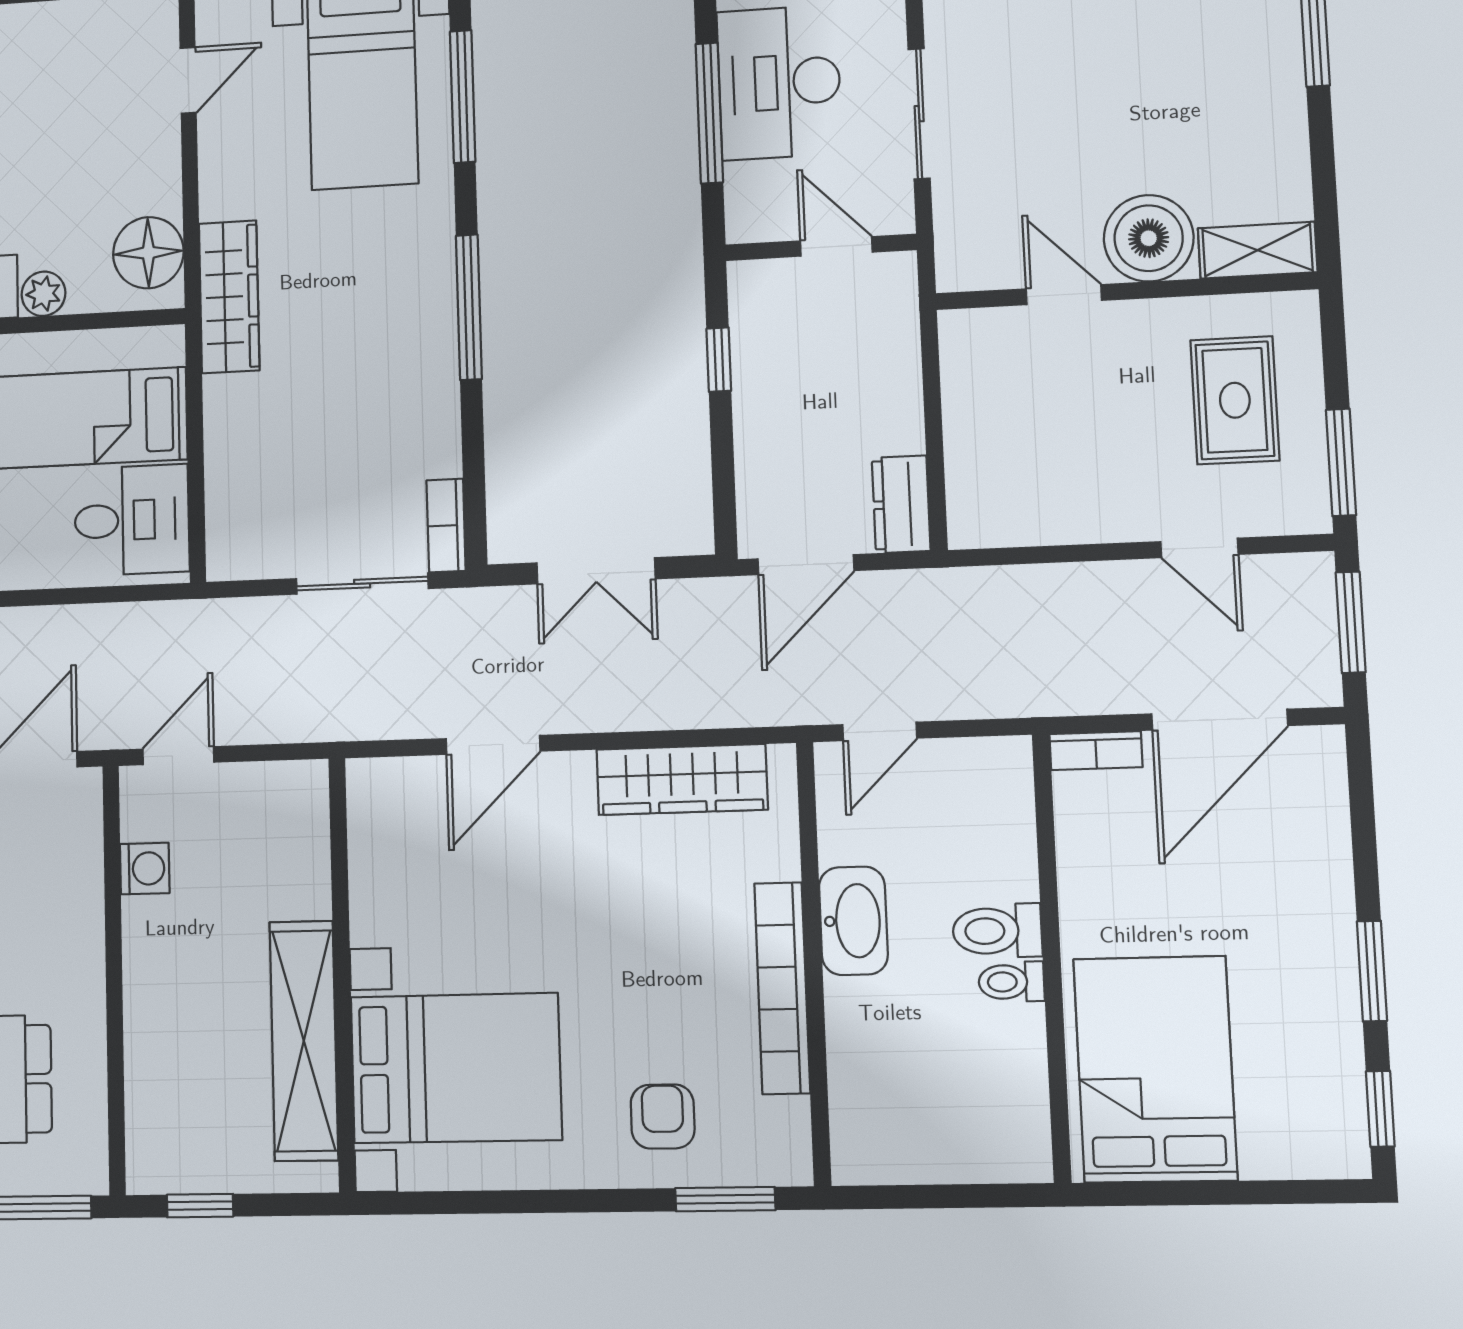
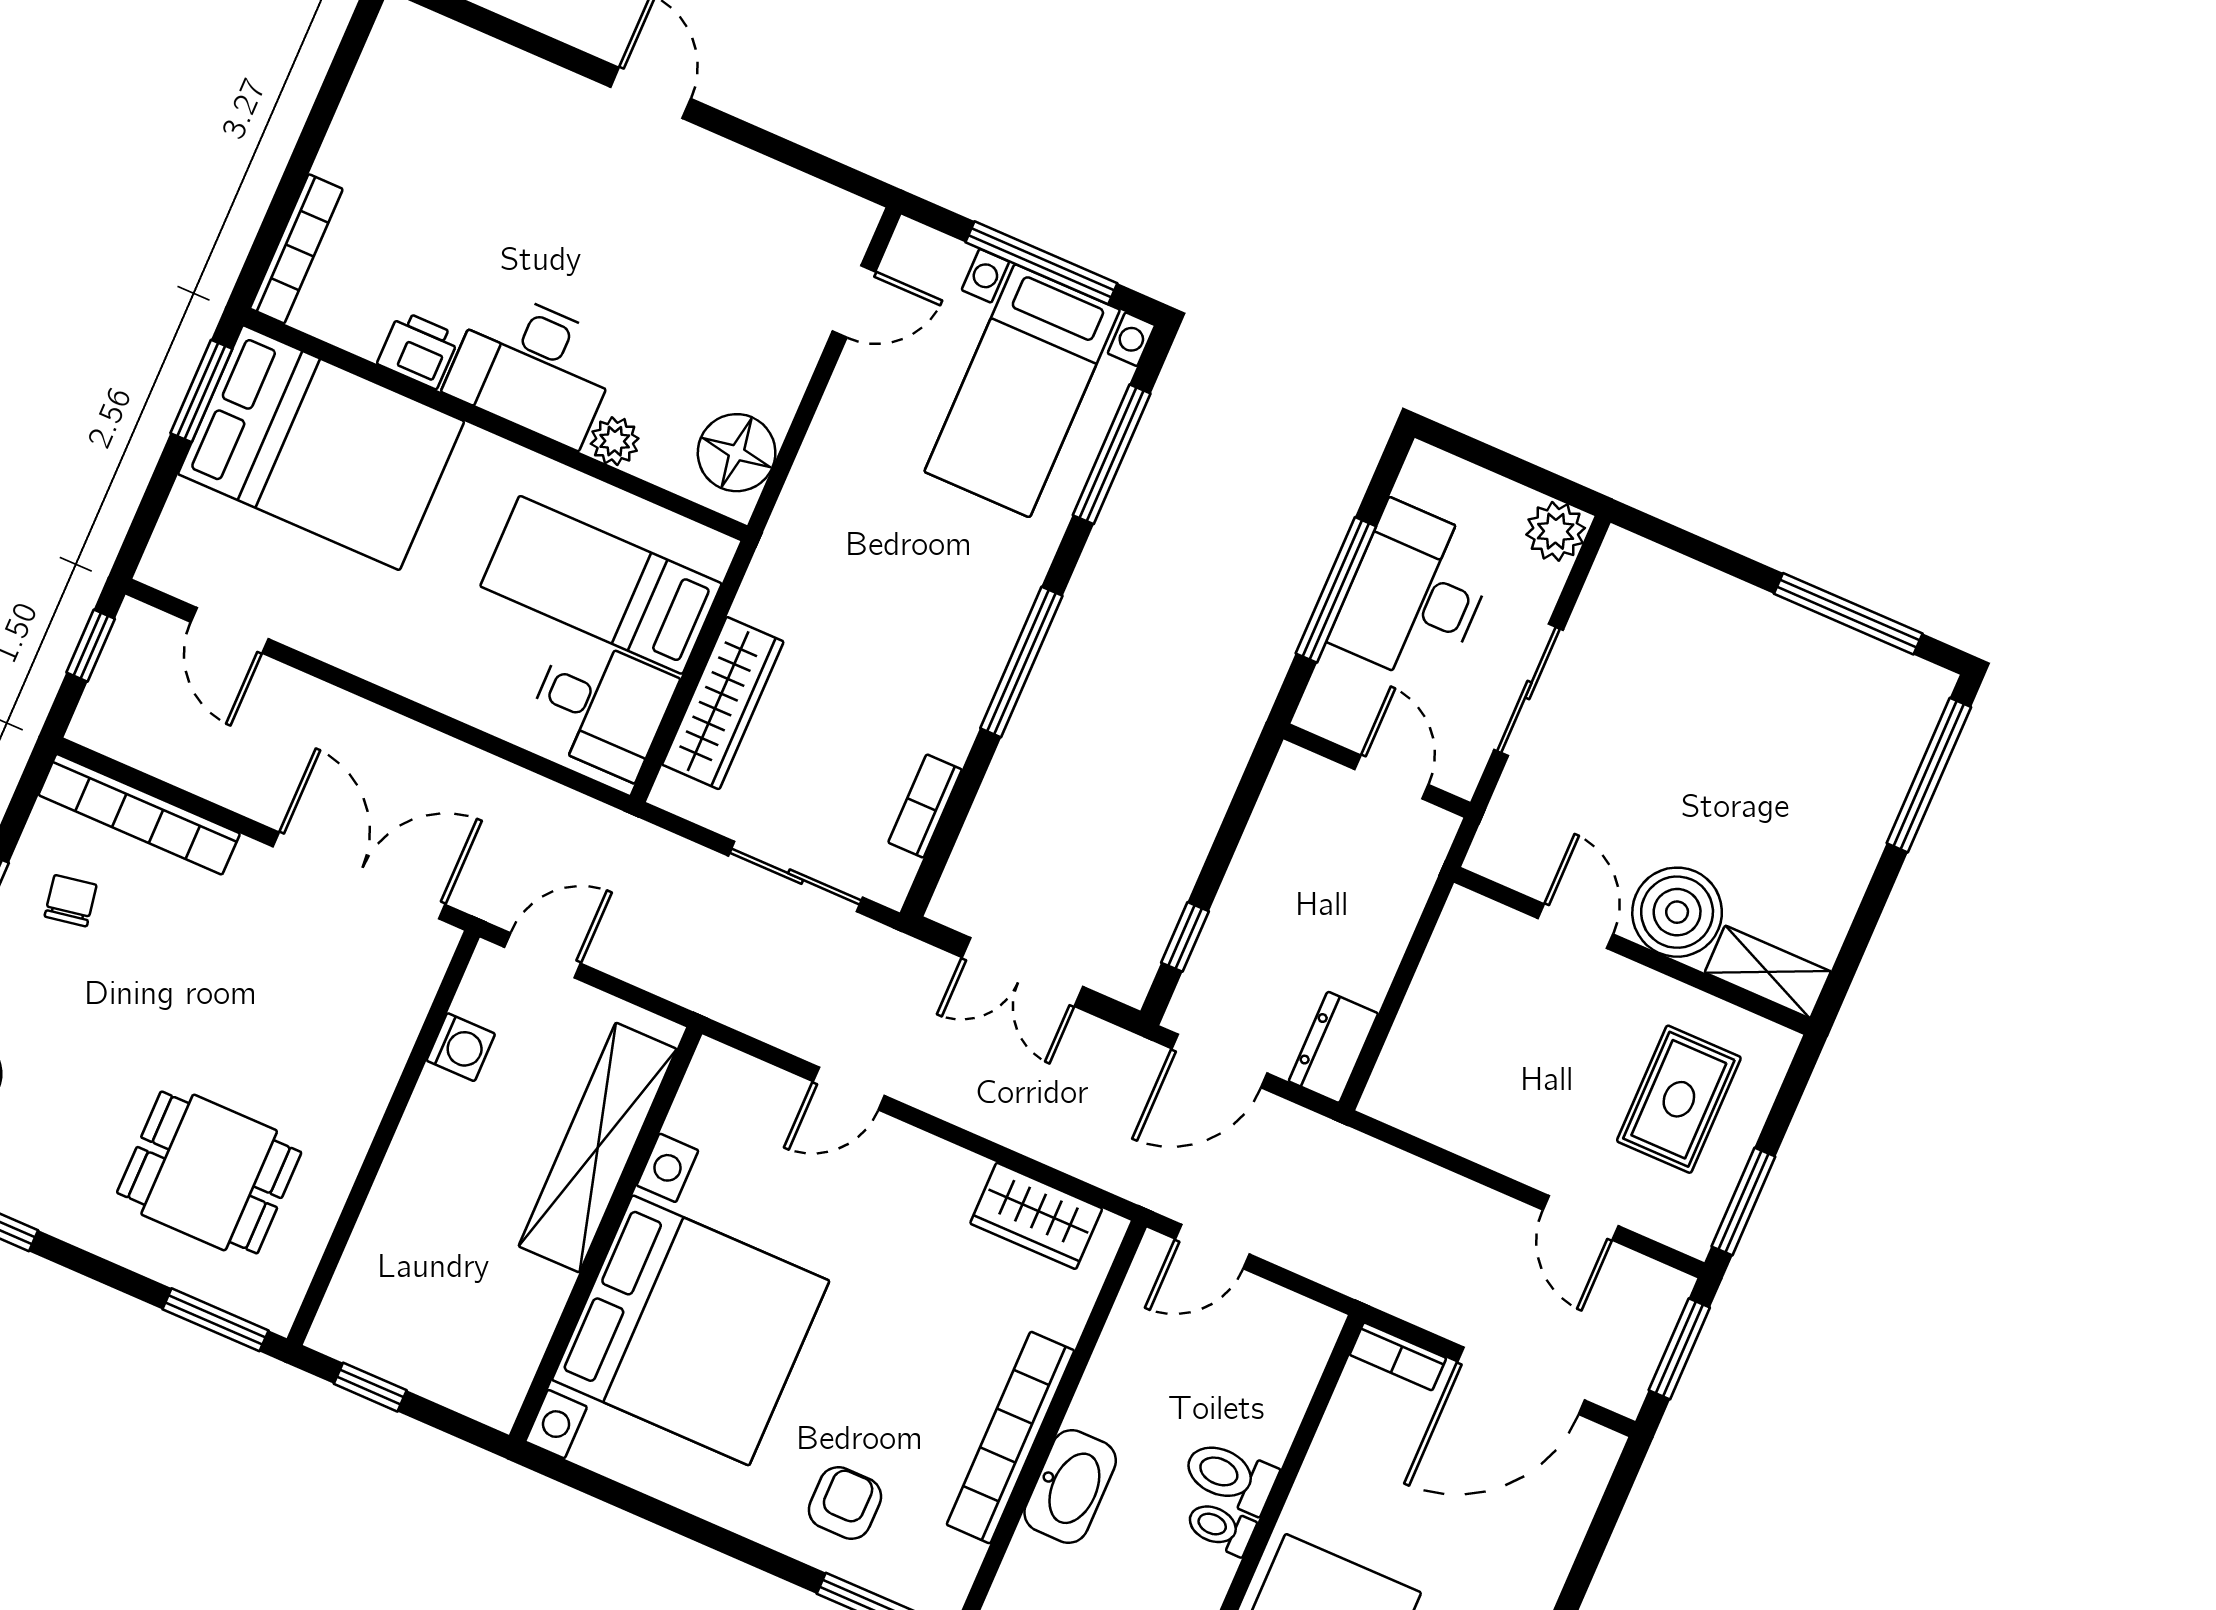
wardrobe: (229, 297) -> (723, 703), moved
window: (719, 360) -> (1185, 937), moved
bookcase: (446, 526) -> (925, 806), moved
door: (493, 745) -> (849, 1088), width x0.73
wardrobe: (682, 780) -> (1036, 1216), width x0.67
washbasin: (853, 921) -> (1070, 1486), moved
shelving: (304, 1041) -> (598, 1148), moved
bed with nightstands: (456, 1068) -> (691, 1330), width x1.36

